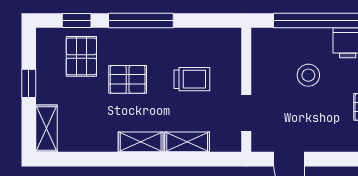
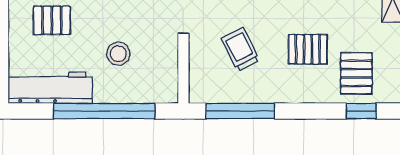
window: (141, 20) -> (240, 111), moved
trolley: (192, 79) -> (240, 49), turned 63

